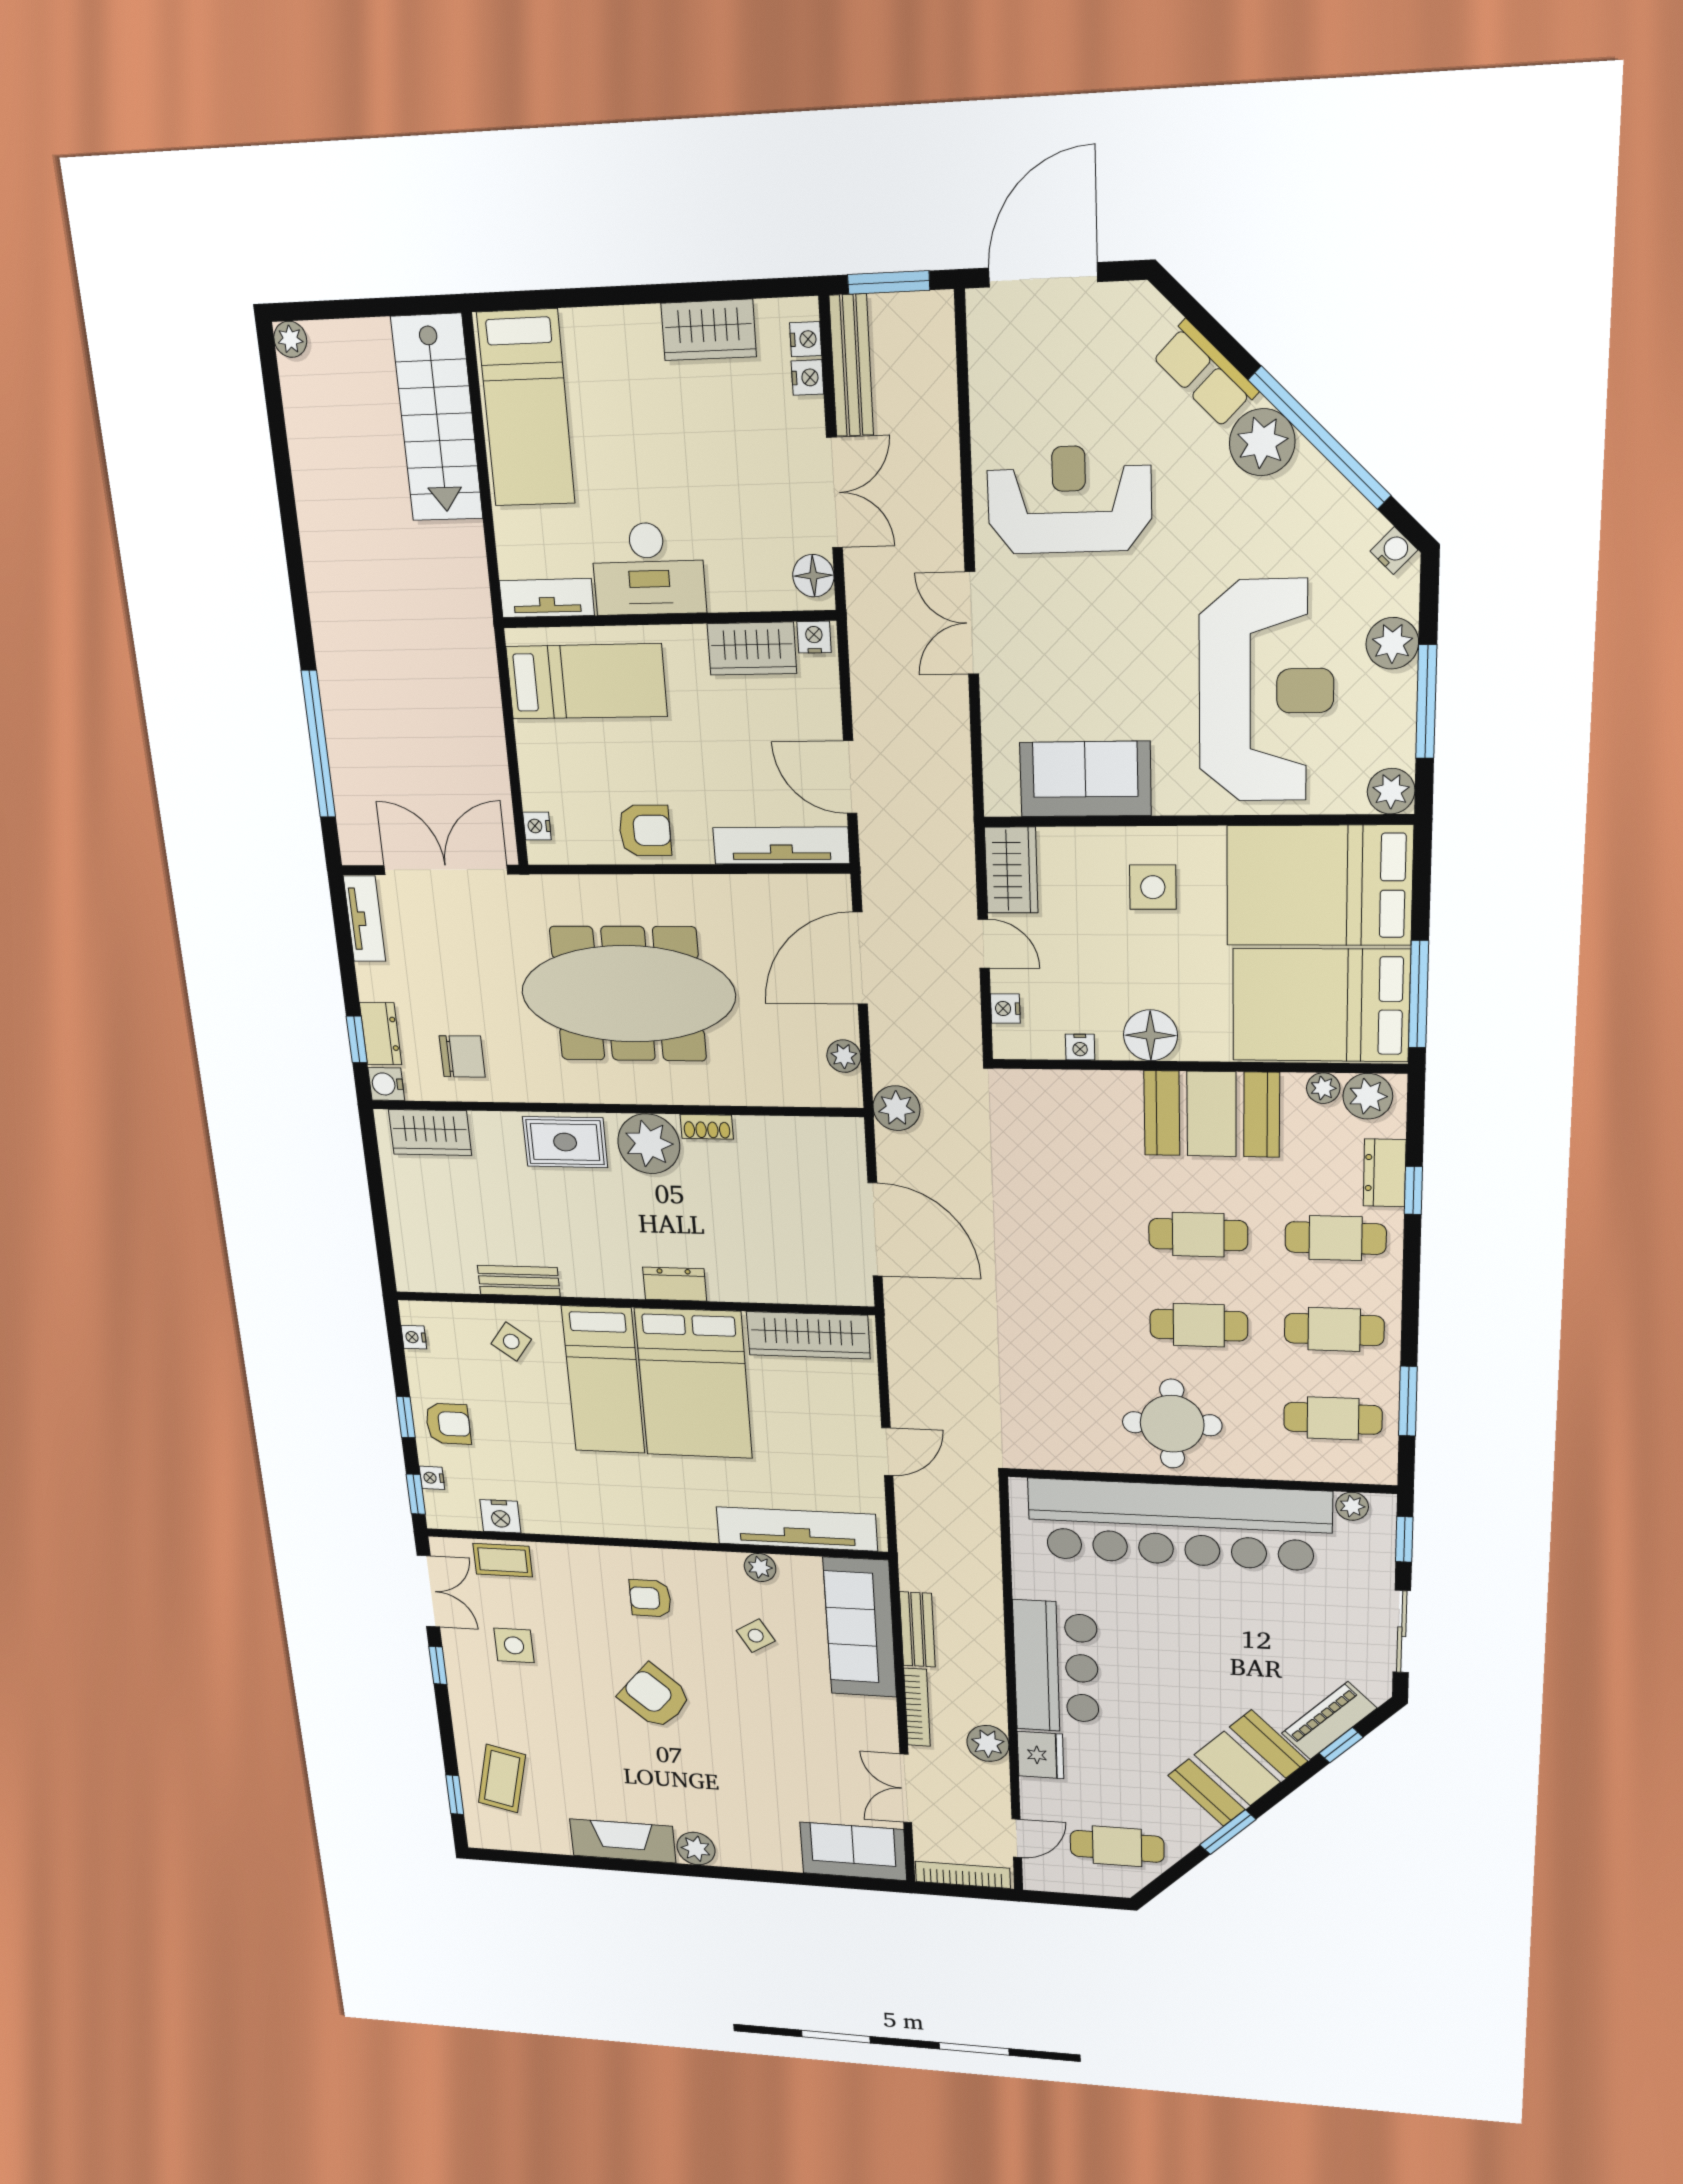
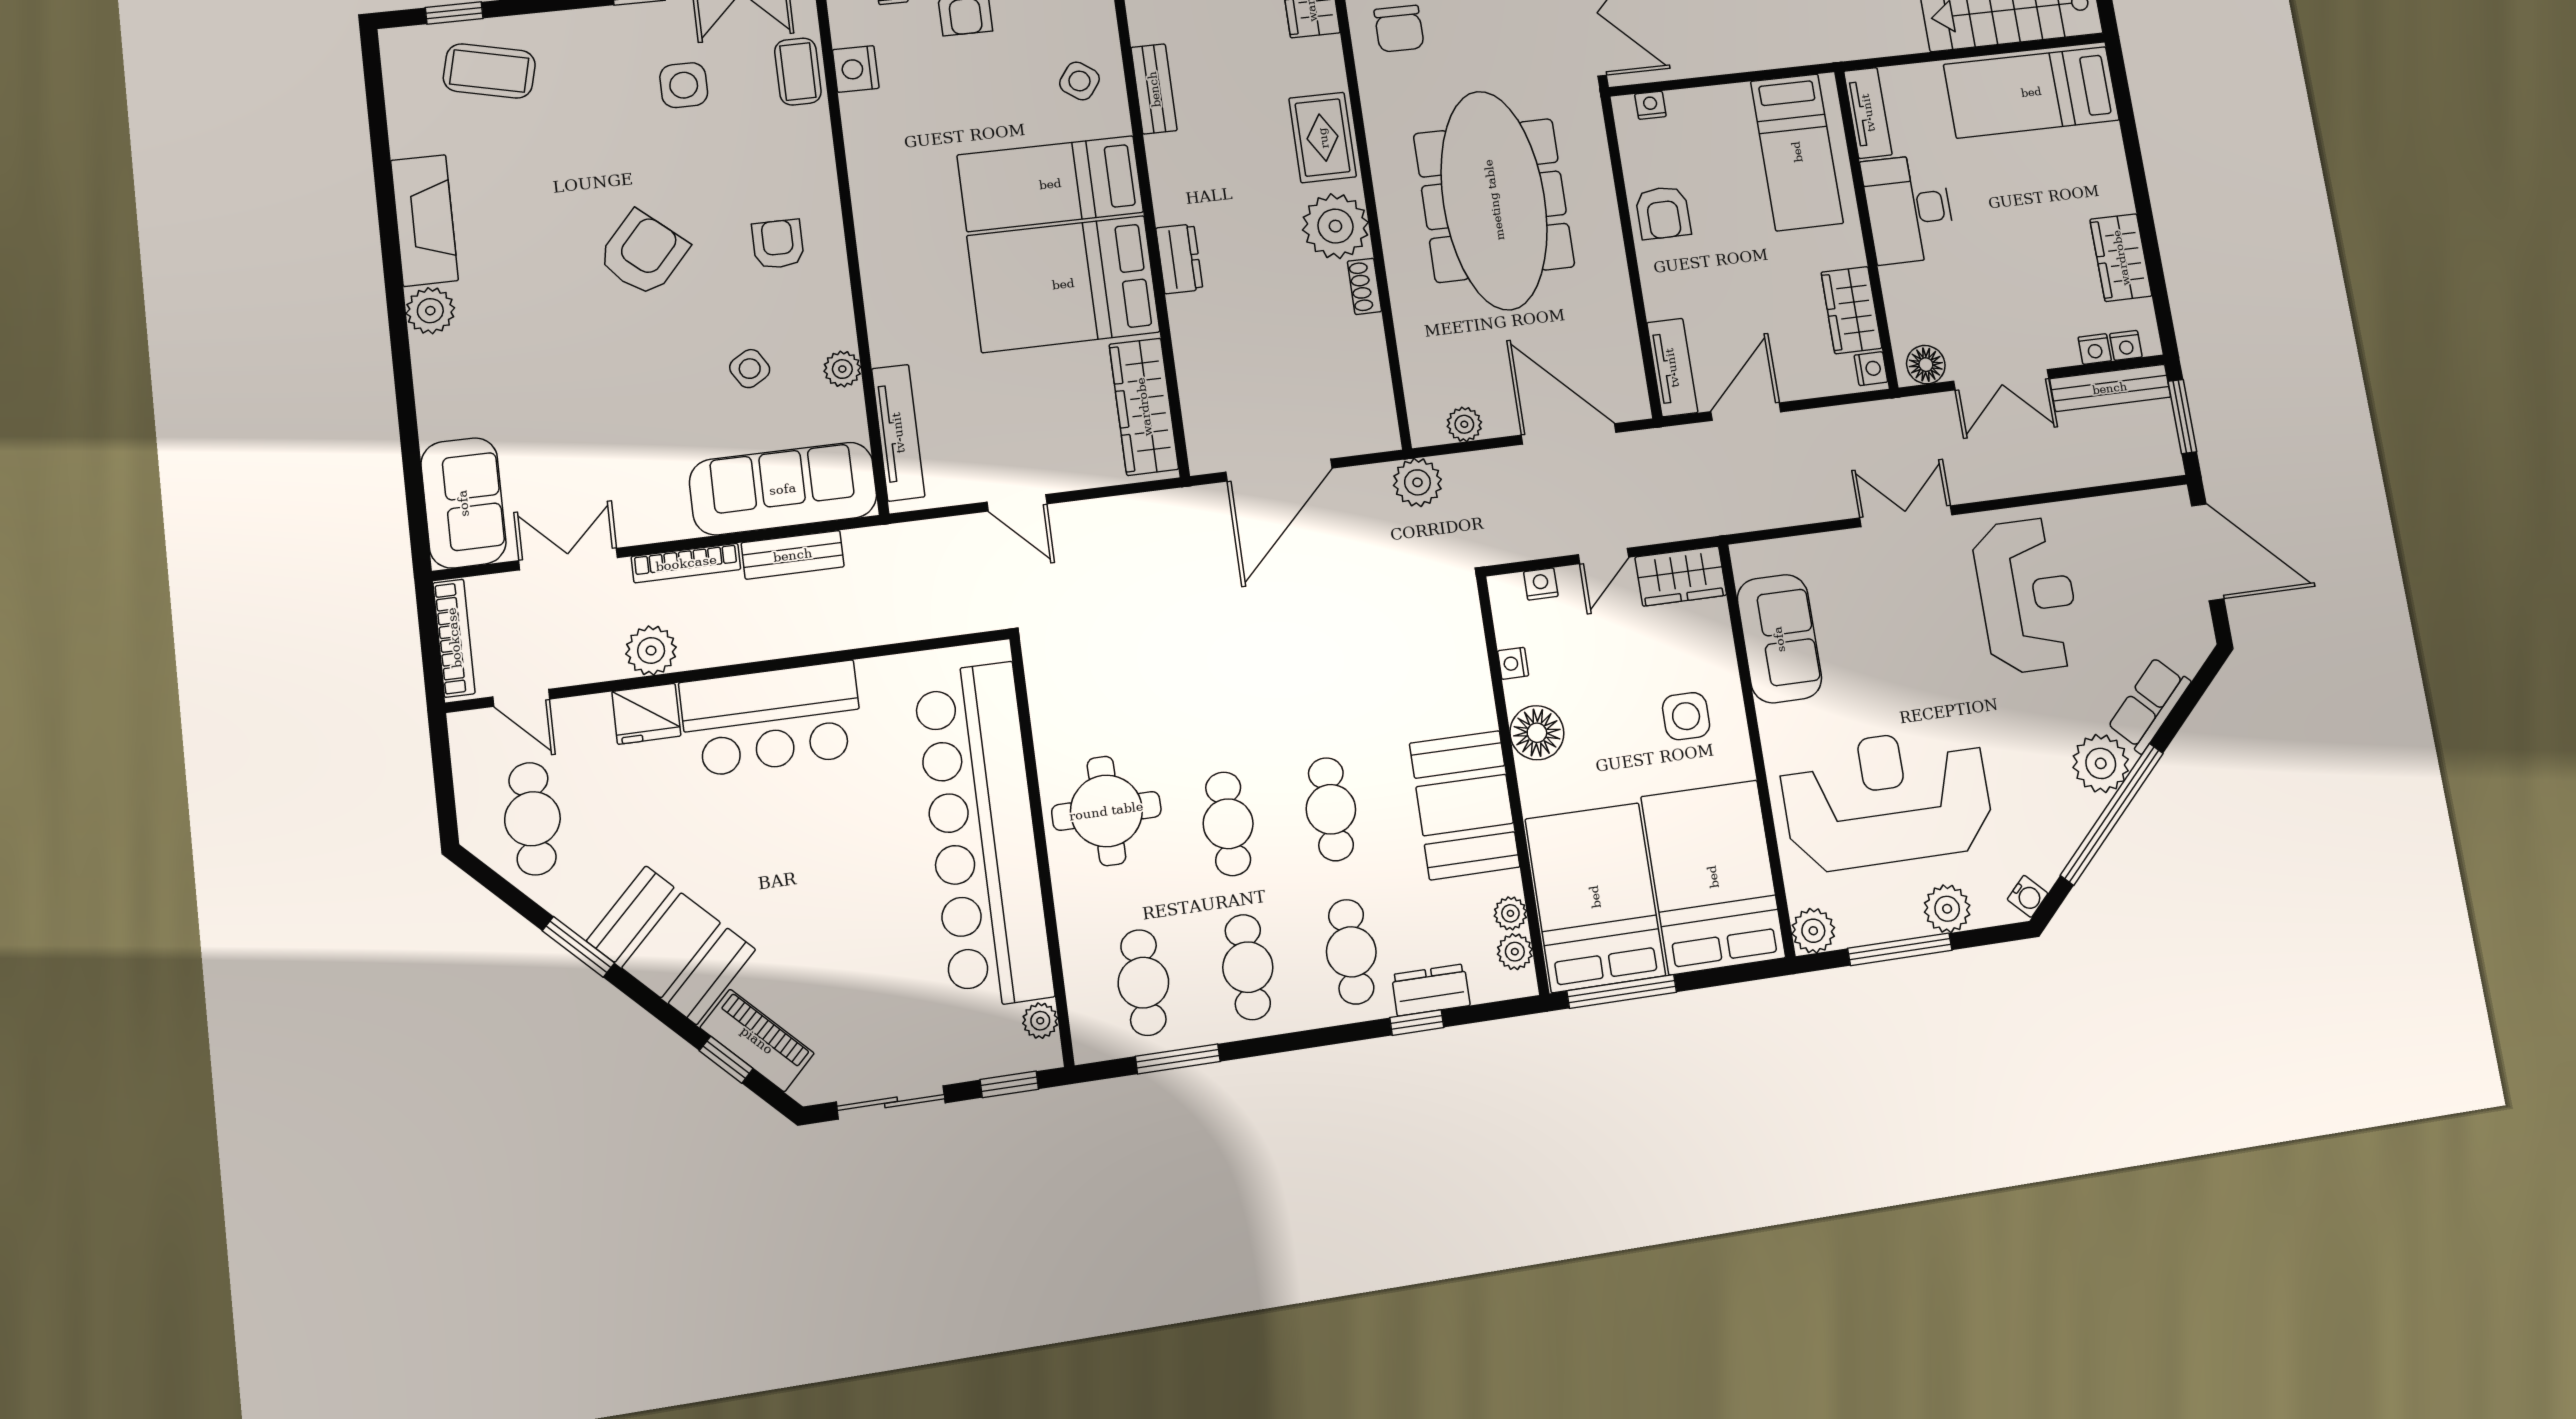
reception desk: (1266, 691) -> (1887, 799), turned 180
tv unit: (781, 846) -> (1672, 368), width x0.71
plant: (1368, 1096) -> (1515, 952), width x0.73, depth x0.73
tv unit: (797, 1529) -> (898, 433), width x0.73, depth x0.78

